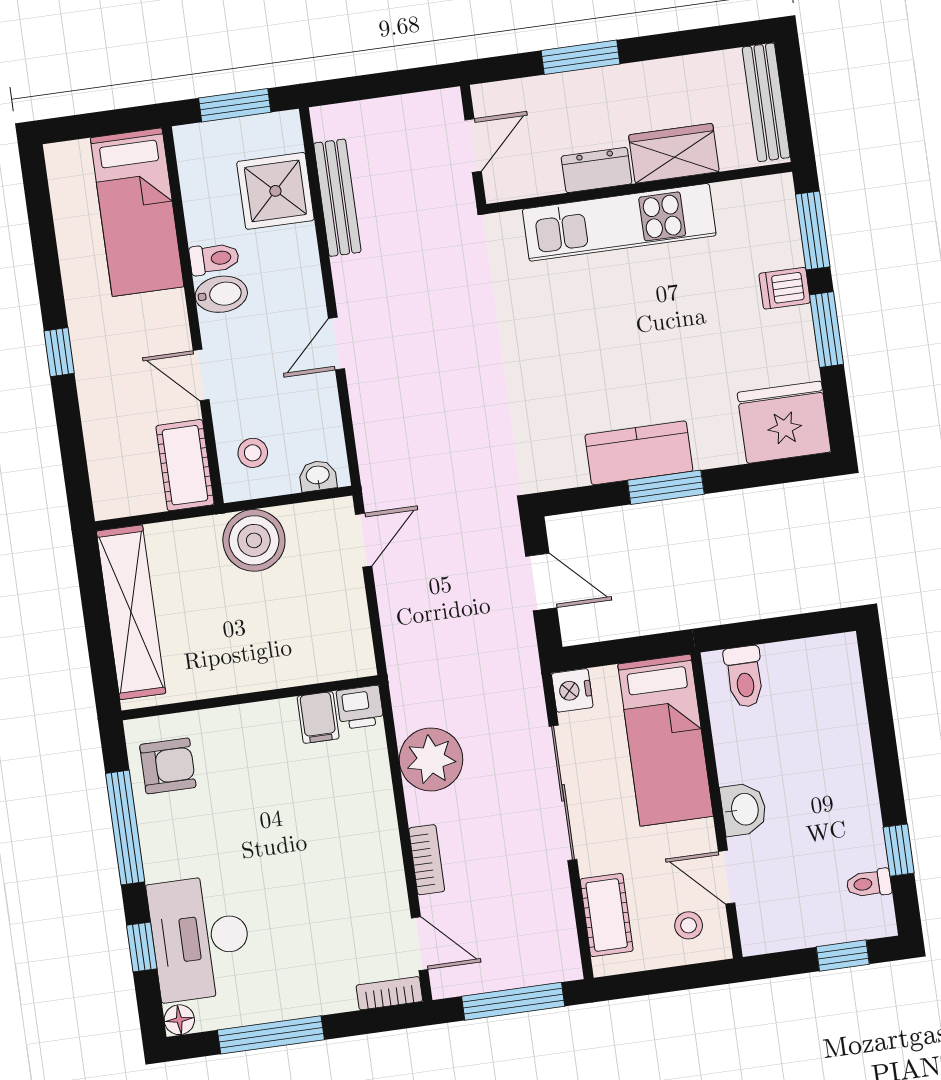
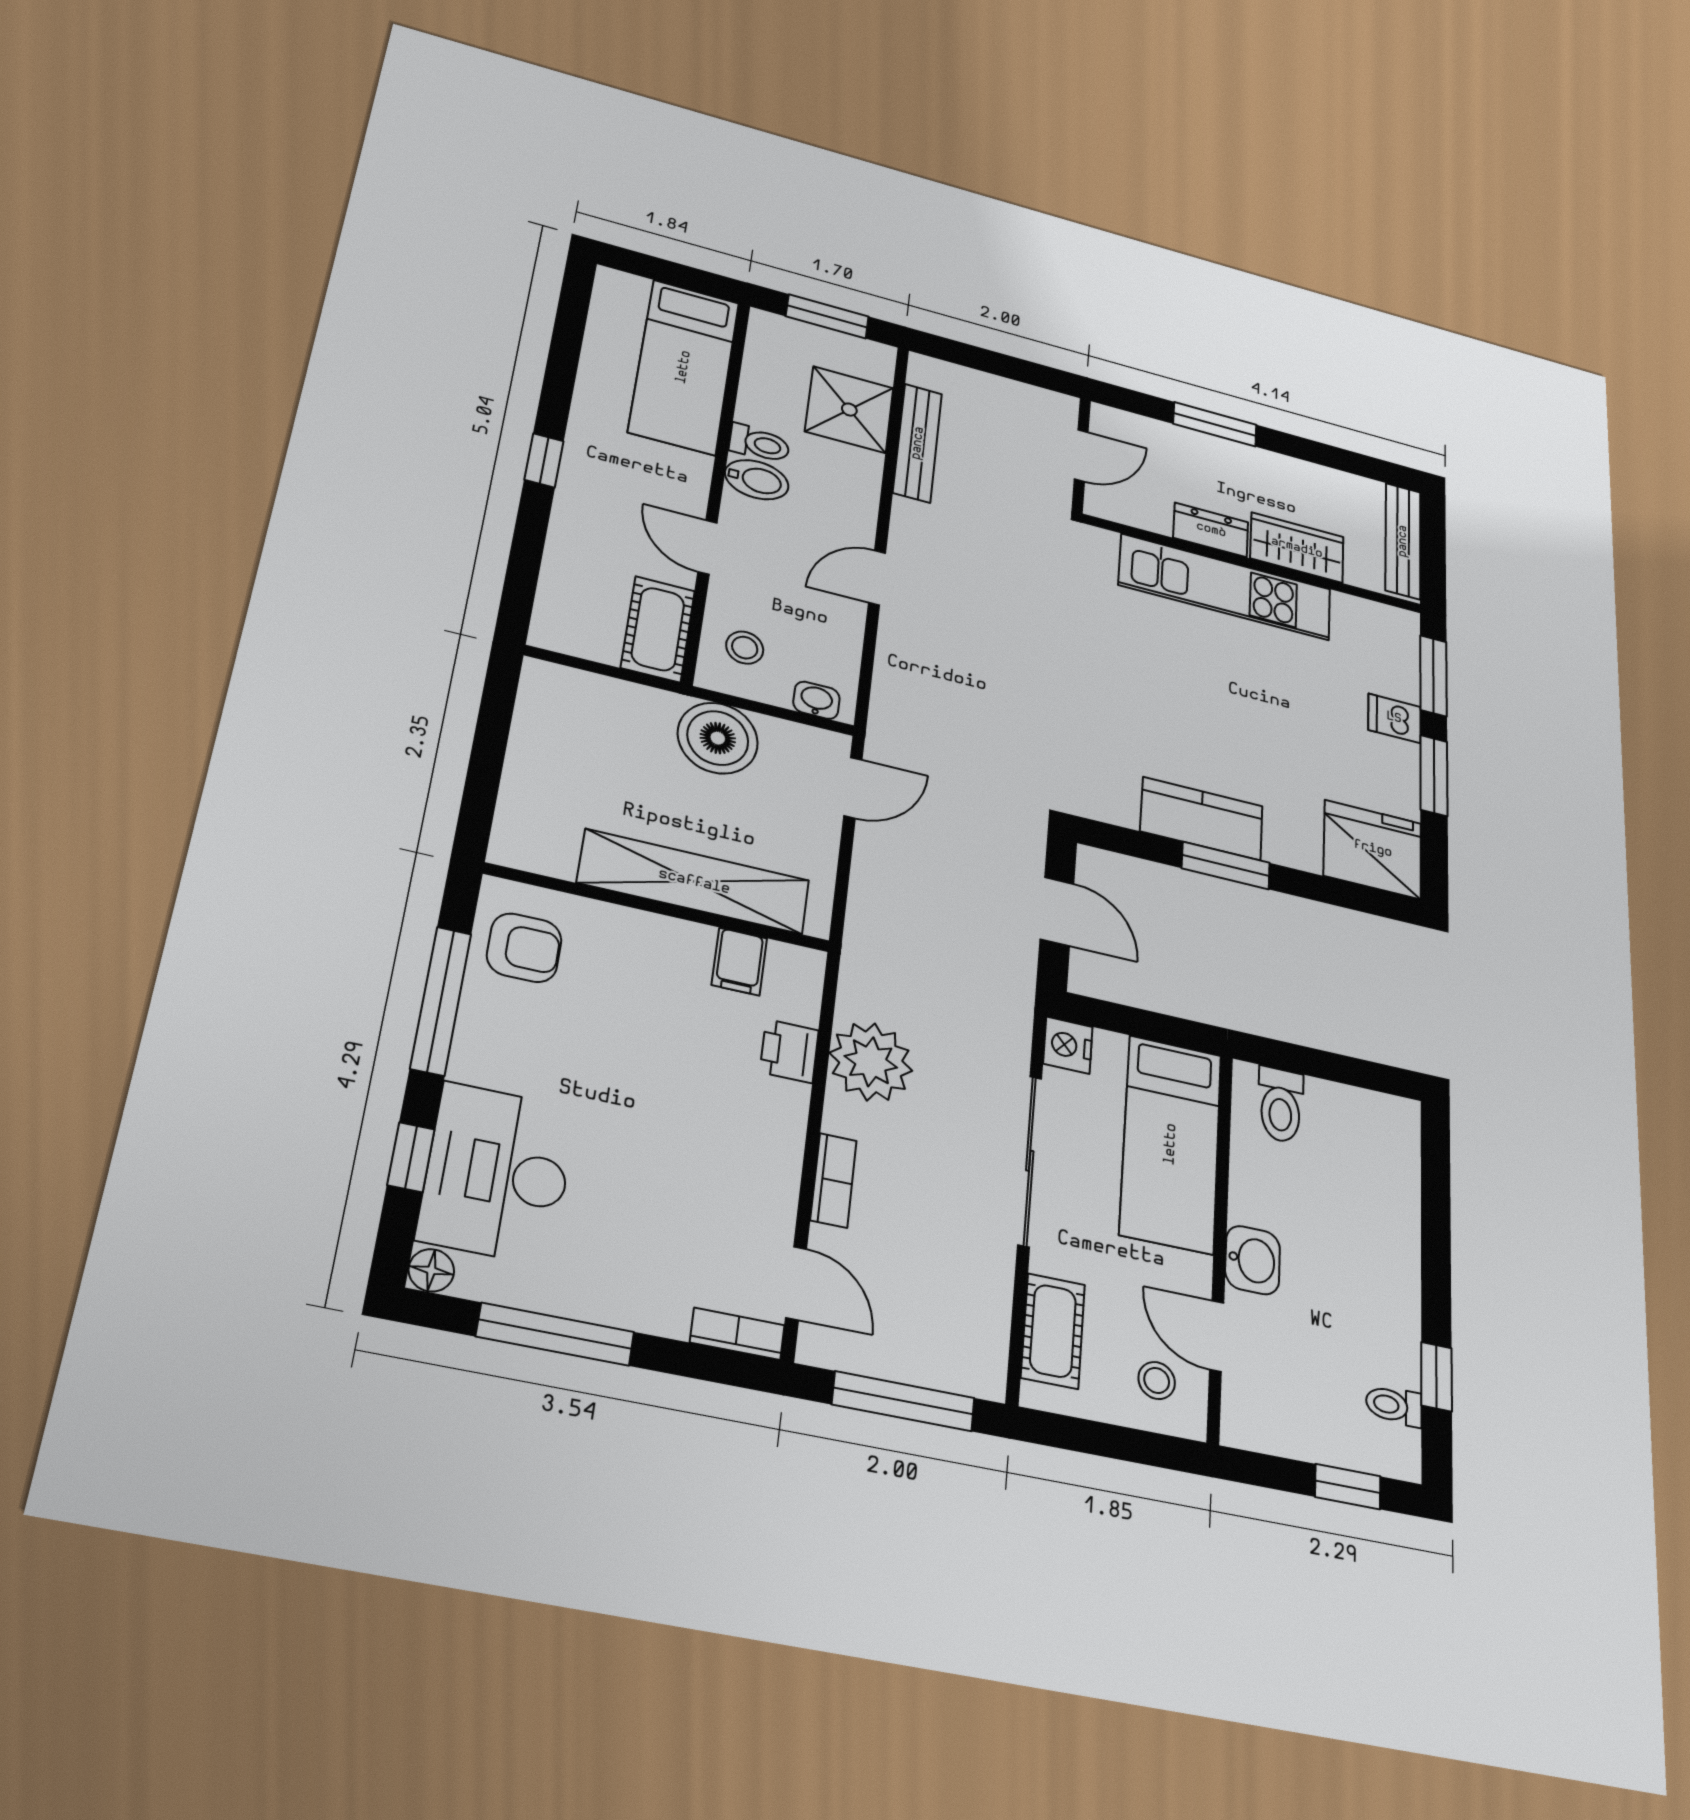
shelving: (131, 612) -> (694, 882), moved, turned 90
printer: (360, 707) -> (789, 1051), moved, turned 90

